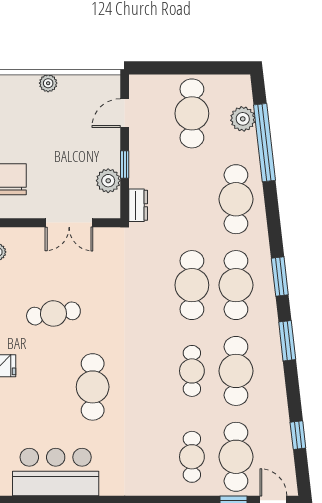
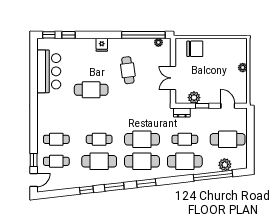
cafe table: (192, 199) -> (185, 139), added
window: (298, 435) -> (86, 190), moved
cafe table: (236, 457) -> (56, 161), width x0.73, depth x0.74

